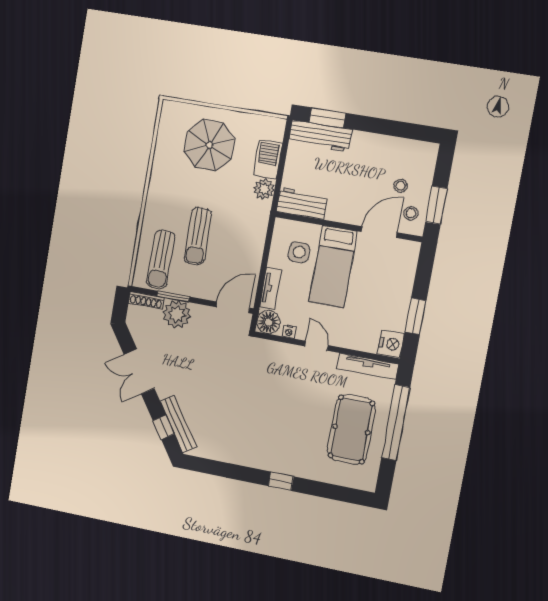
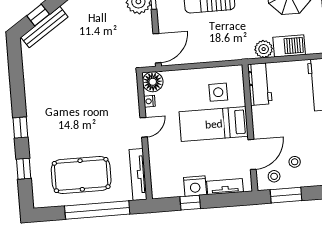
door: (379, 232) -> (252, 154), hinge flipped
tv unit: (271, 289) -> (225, 187), moved, turned 180
door: (233, 307) -> (157, 48), hinge flipped
window: (416, 316) -> (190, 203), width x0.67
nightstand: (391, 344) -> (195, 186), moved
window: (328, 491) -> (24, 169), added

